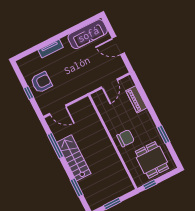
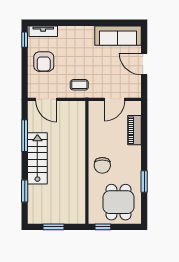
tv unit: (51, 49) -> (43, 31), moved
armchair: (41, 82) -> (44, 62), turned 90
coffee table: (77, 86) -> (79, 85), added
window: (29, 93) -> (25, 40), moved
chair: (126, 138) -> (102, 165), turned 90

